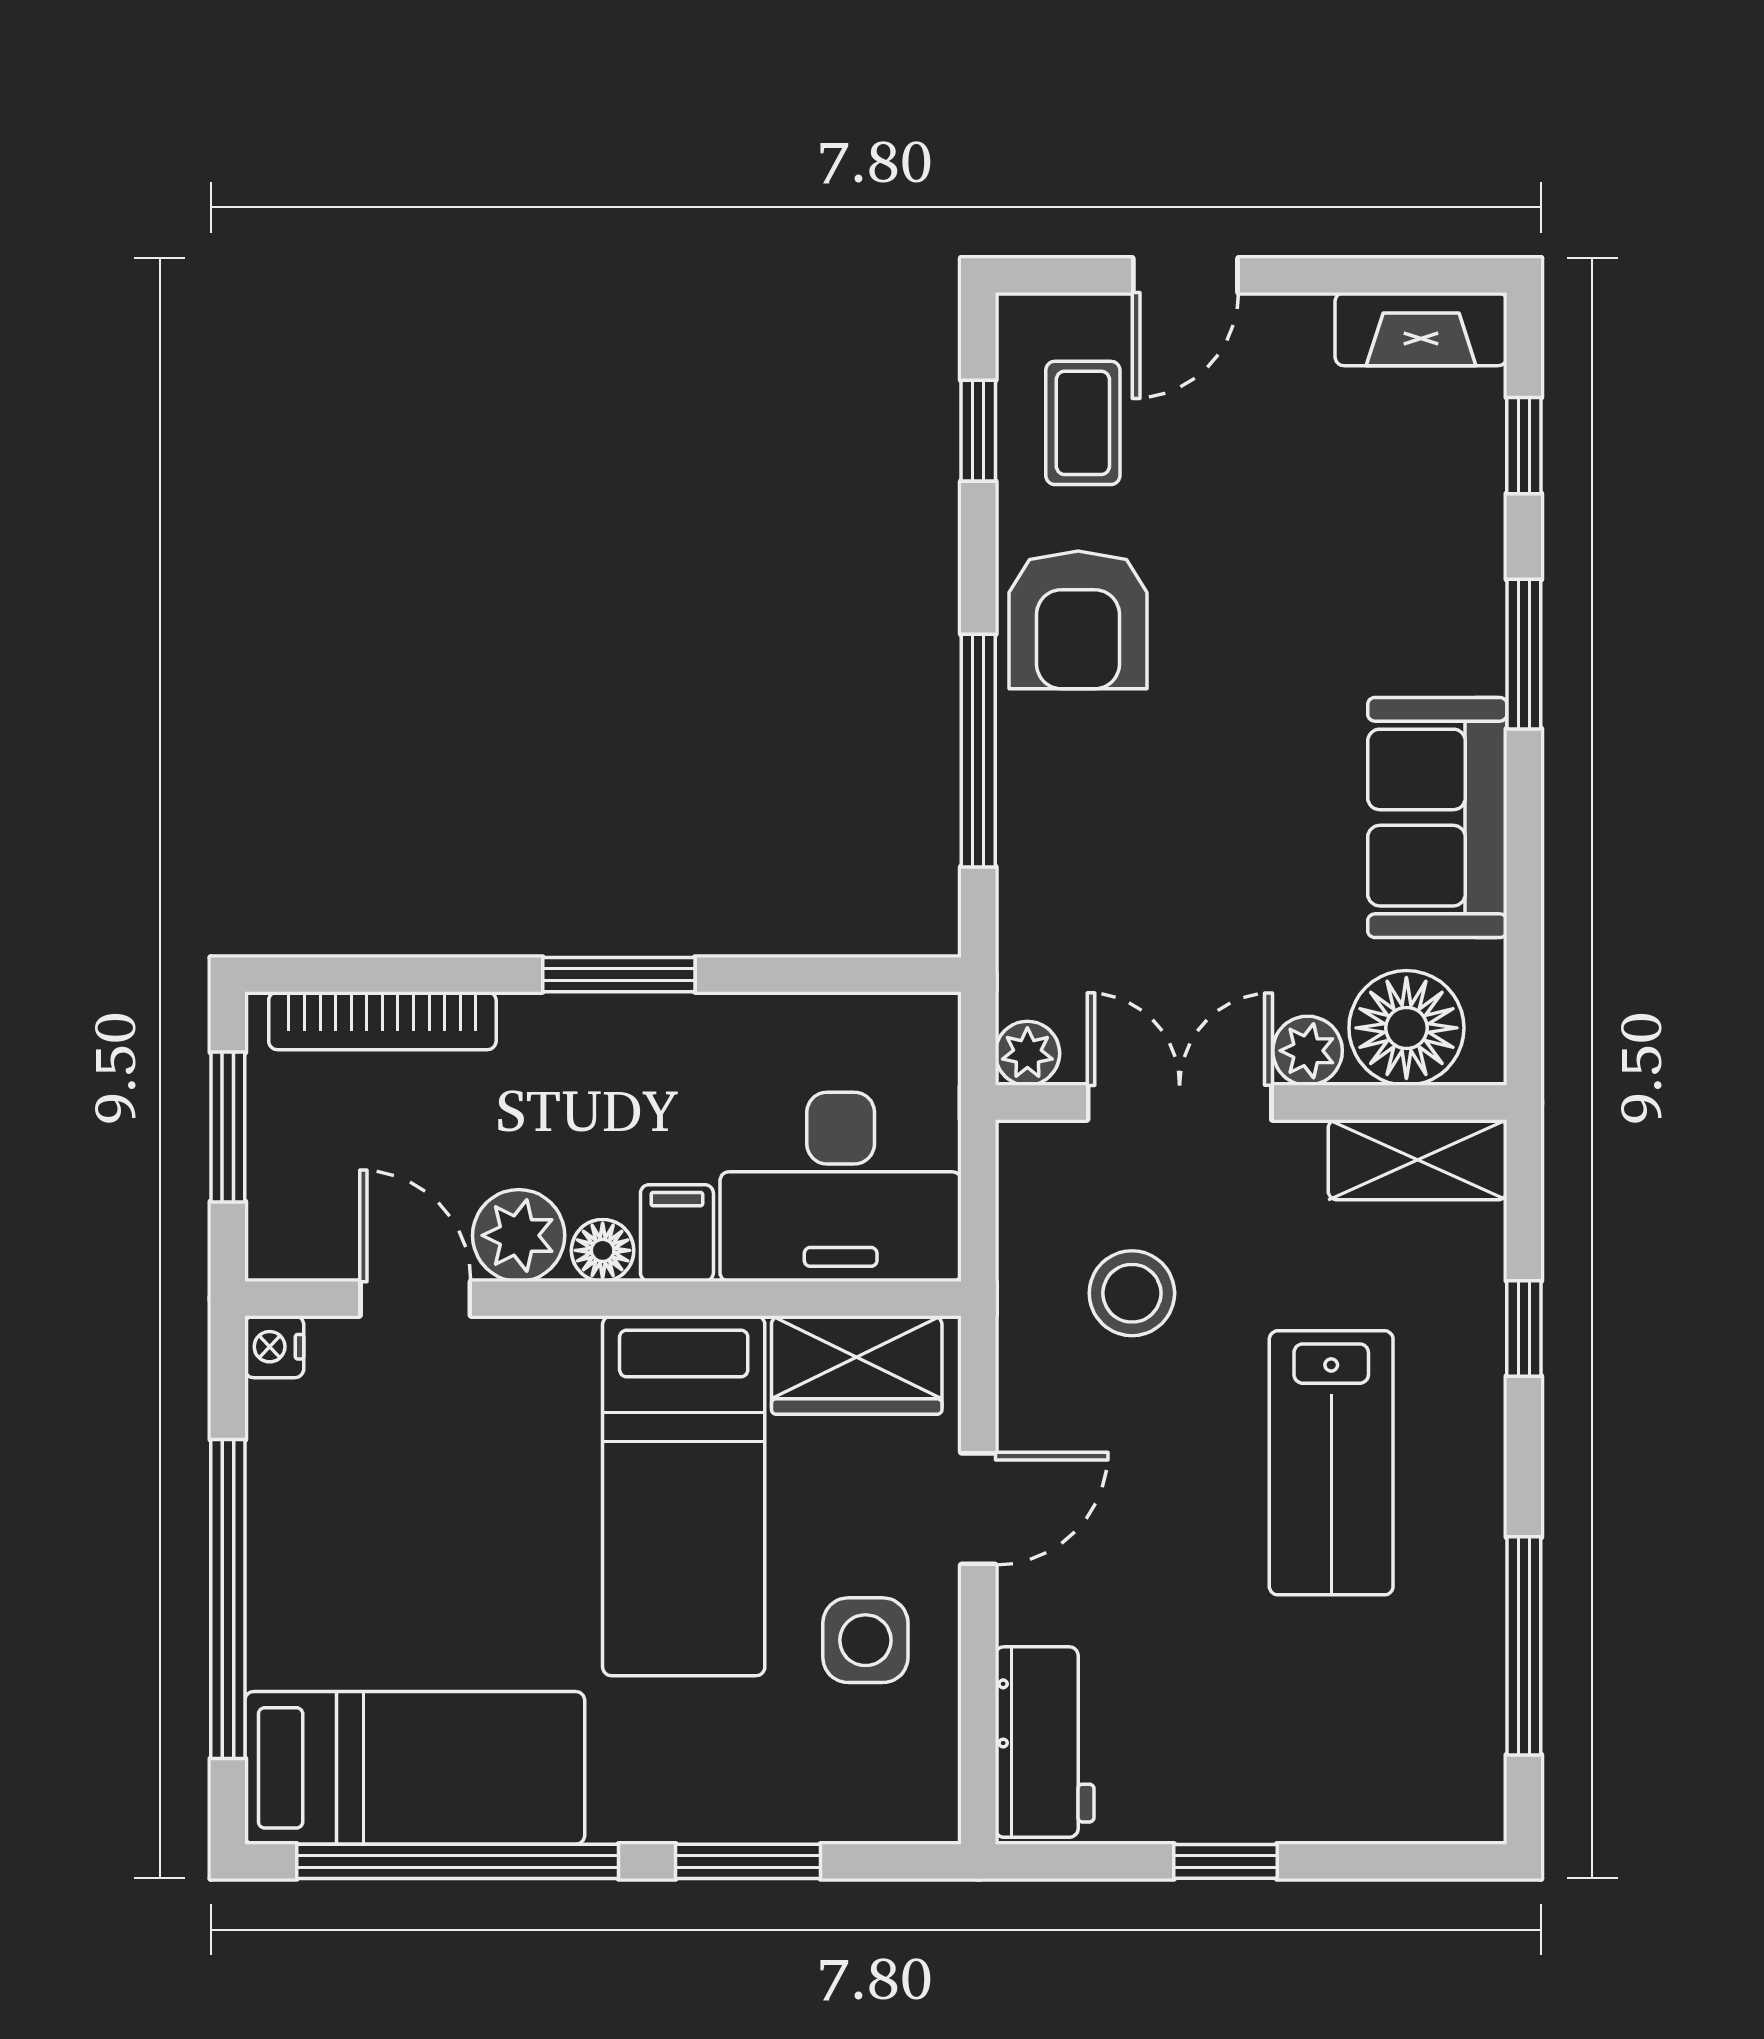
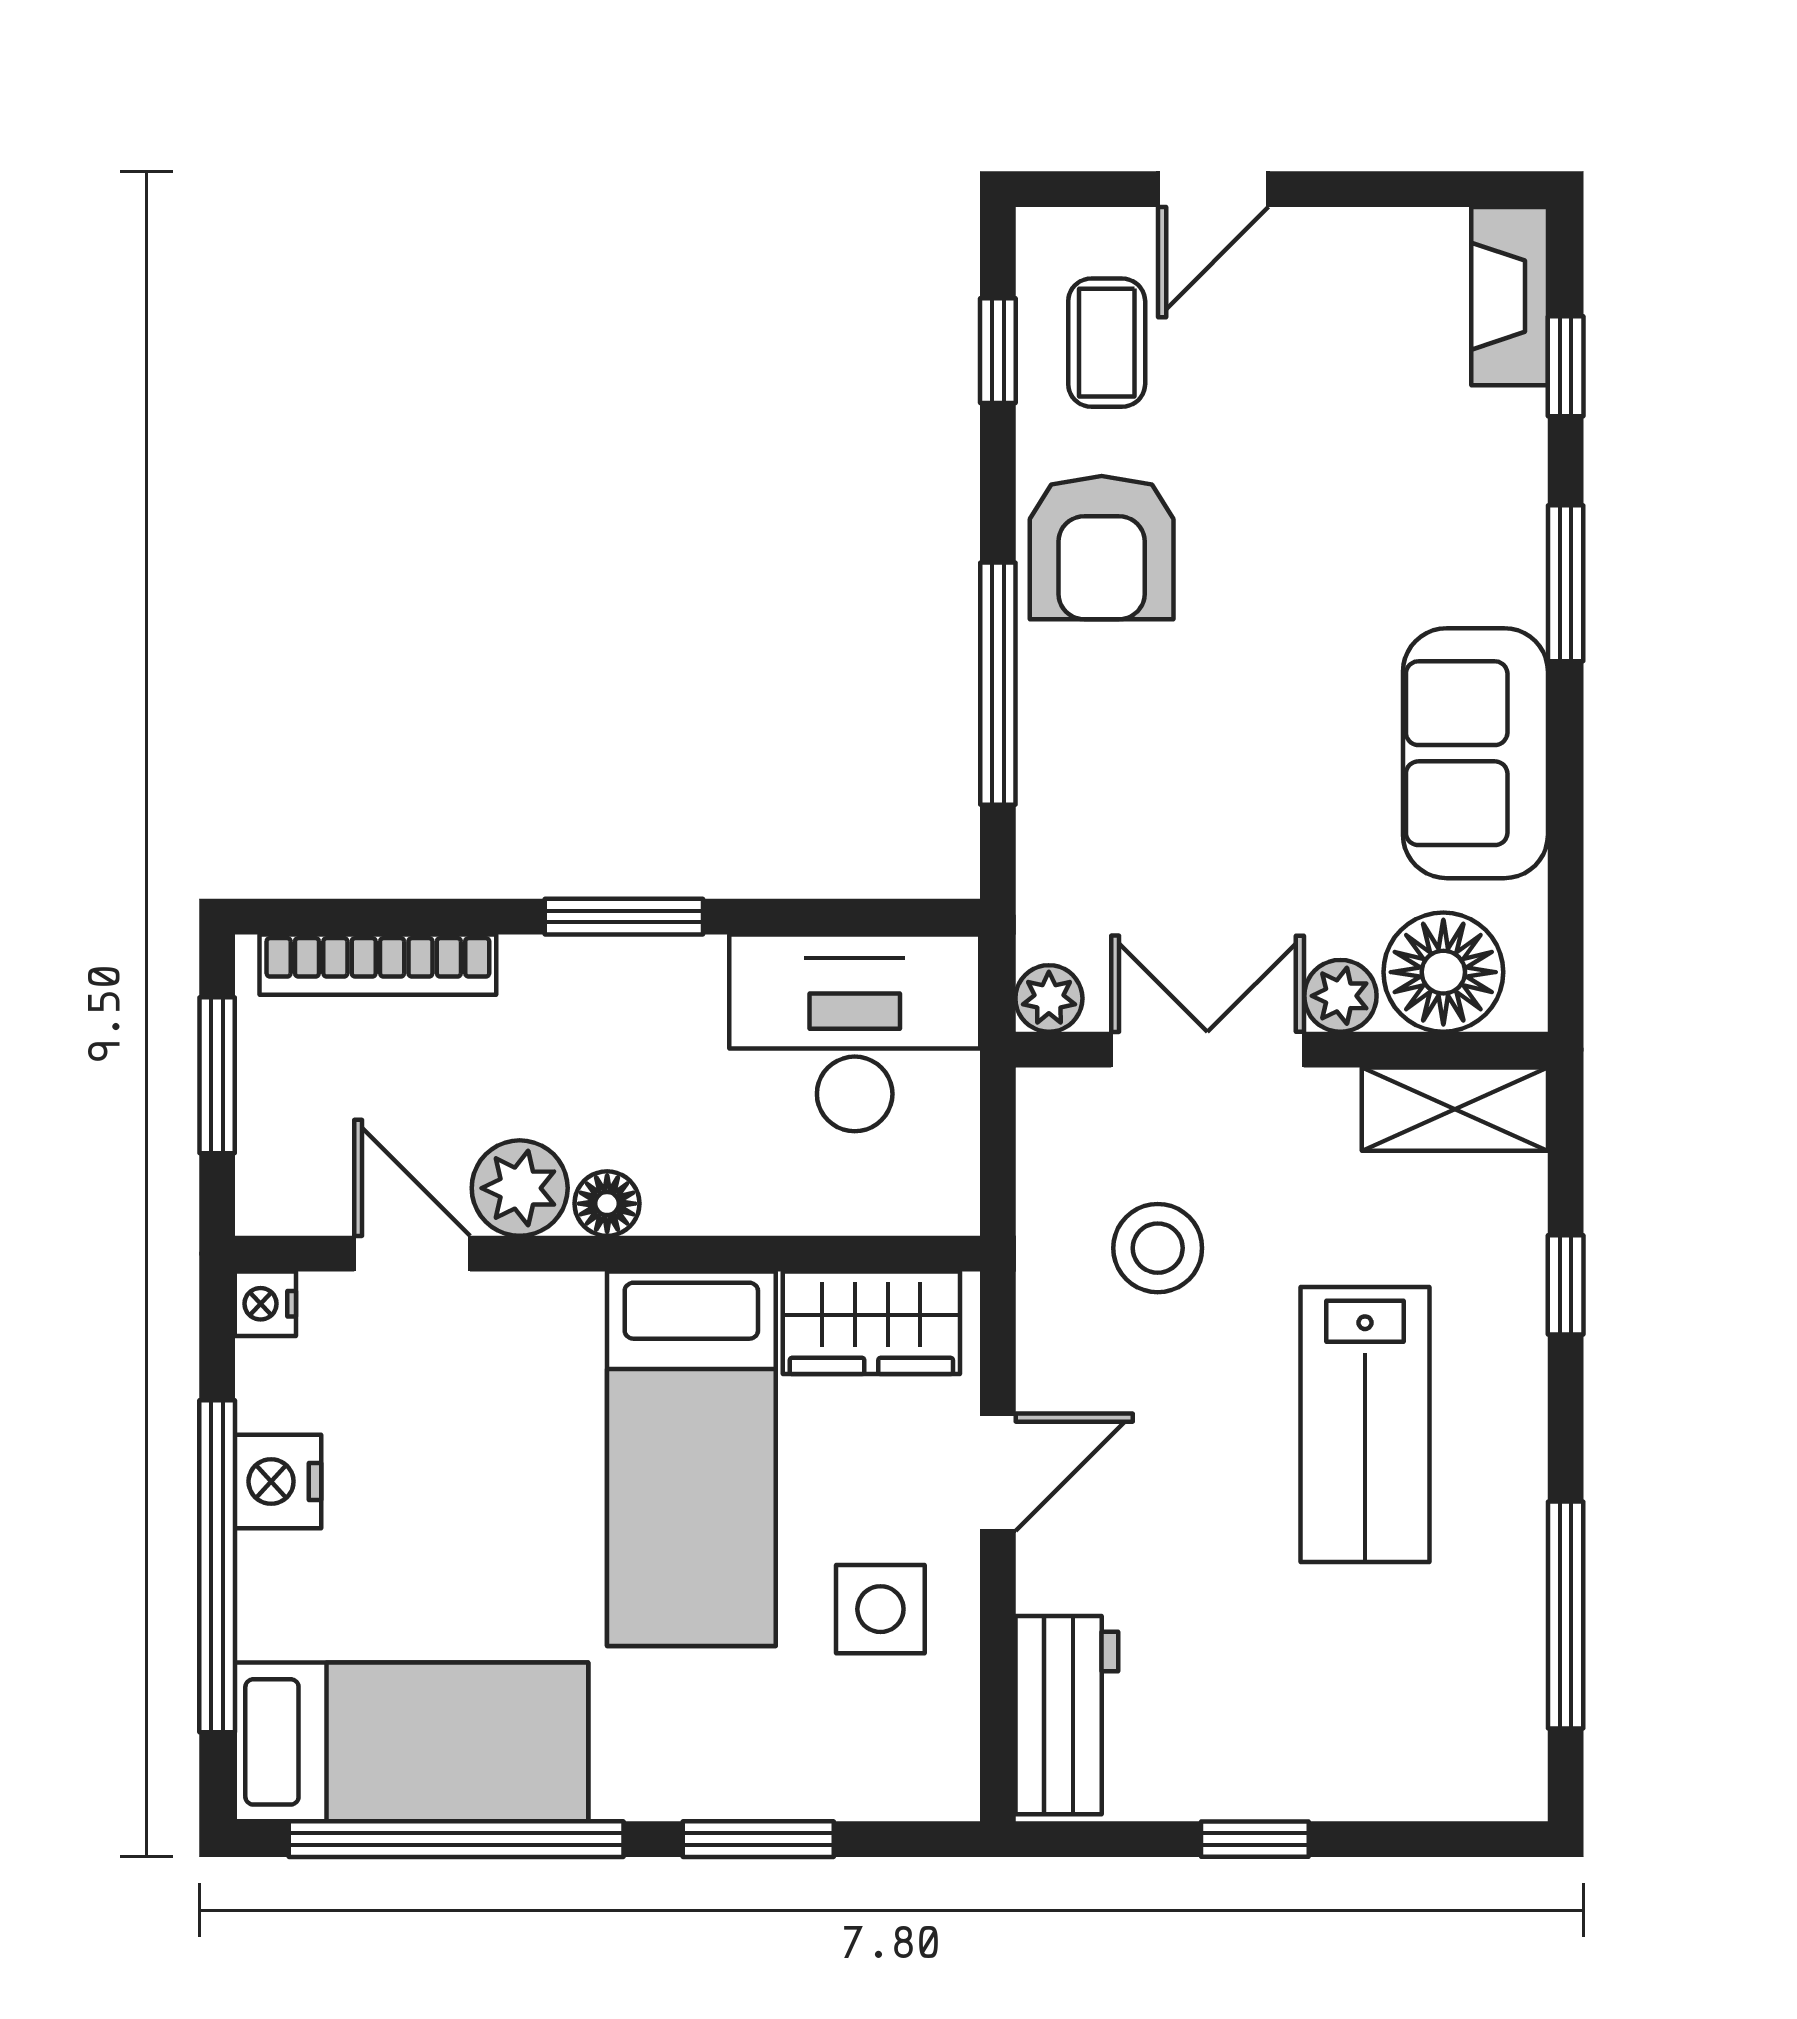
fireplace: (1421, 329) -> (1510, 296), moved, turned 90
desk: (841, 1187) -> (855, 1033), moved, turned 180
filing cabinet: (677, 1233) -> (684, 1185), removed
nightstand: (286, 1518) -> (278, 1481), added

